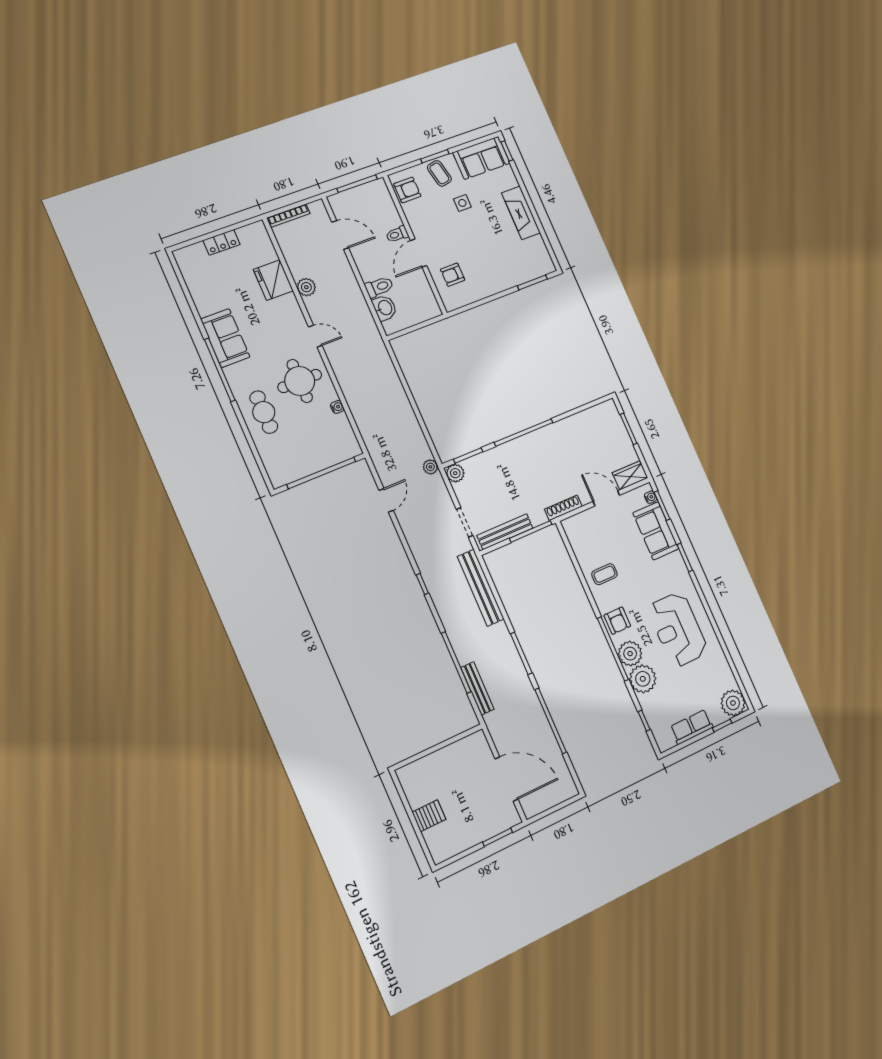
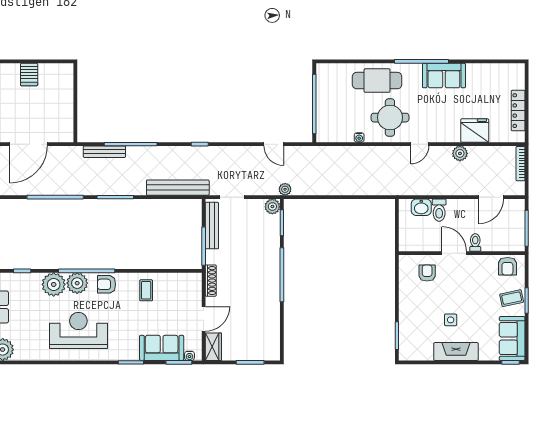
side table: (462, 203) -> (451, 320), moved
locker: (221, 242) -> (518, 111), width x1.53
cafe table: (264, 412) -> (377, 81), width x1.37, depth x1.35

